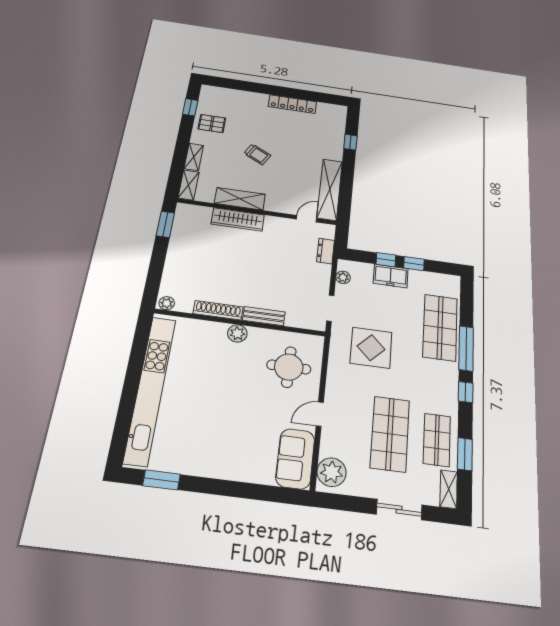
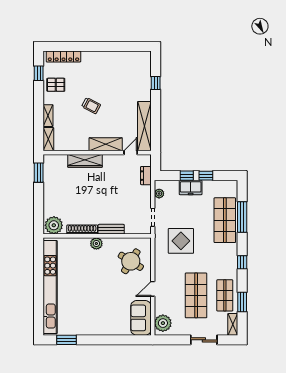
locker: (292, 104) -> (63, 56), moved
shelving: (240, 199) -> (106, 144), moved
plant: (167, 303) -> (54, 225), width x1.88, depth x1.88
window: (466, 348) -> (242, 217), moved
round table: (289, 367) -> (131, 261), turned 32

